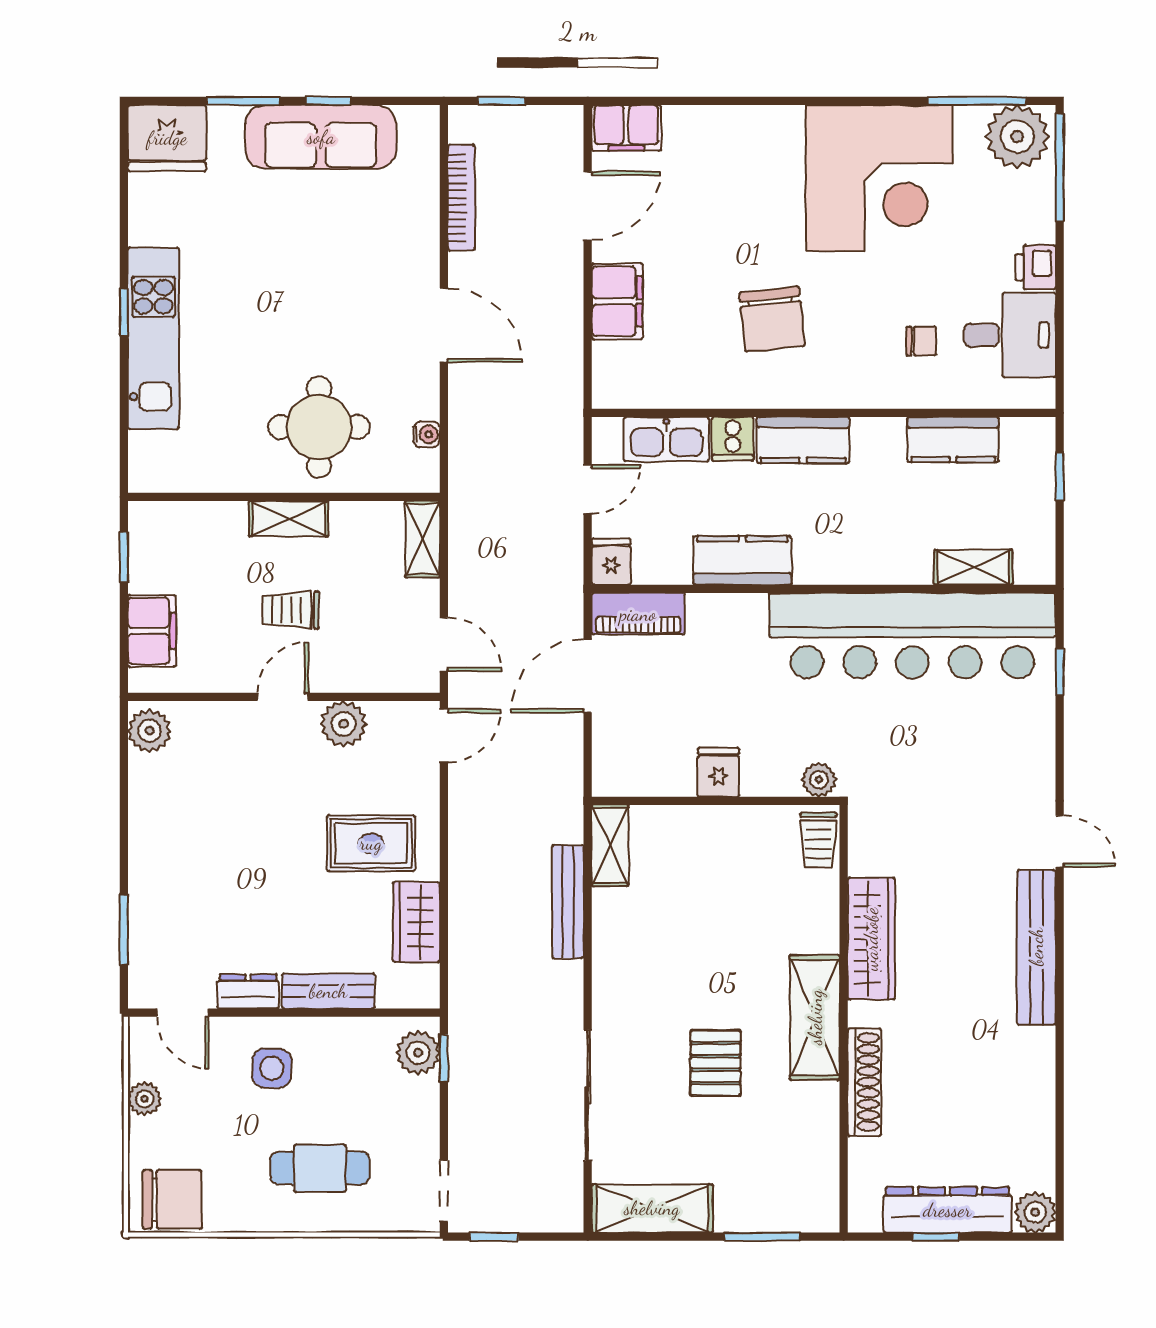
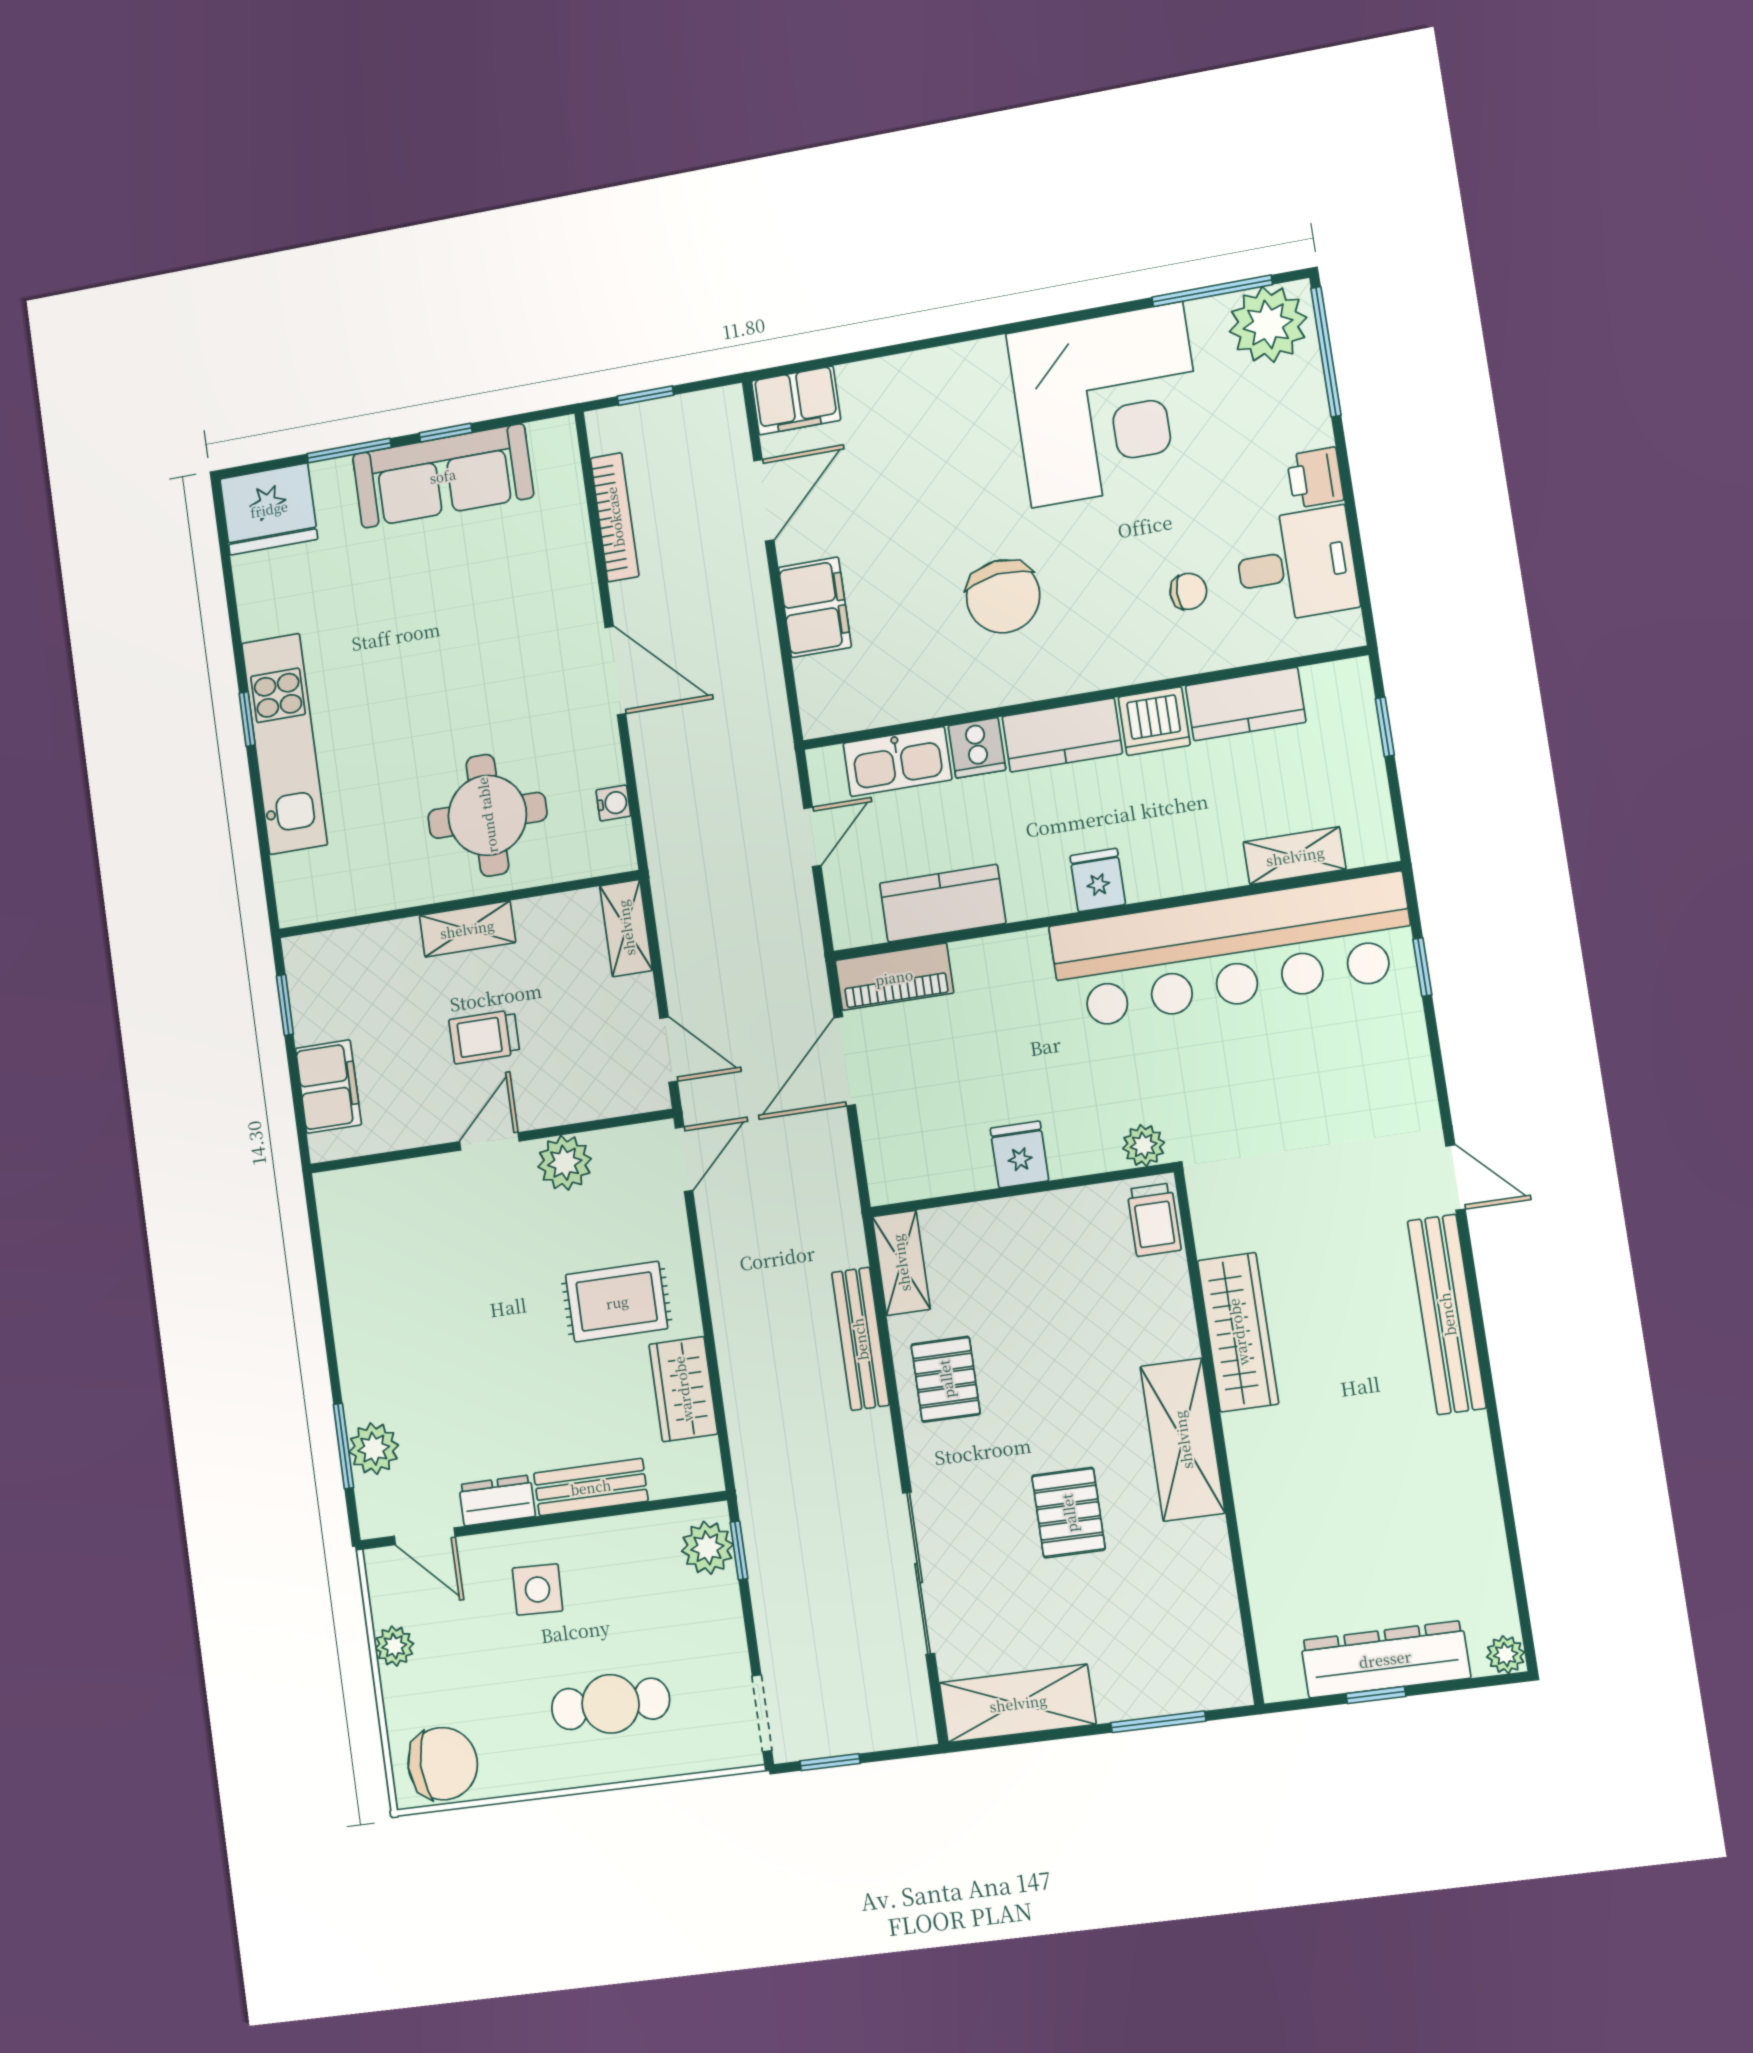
dishwasher: (878, 441) -> (1154, 721), added
kitchen counter: (742, 560) -> (943, 903), moved
fridge: (611, 562) -> (1098, 880), moved
plant: (149, 731) -> (374, 1449), moved
pallet: (632, 944) -> (946, 1379), added
shoe rack: (864, 1082) -> (1256, 1512), removed
plant: (1035, 1212) -> (1506, 1655), width x0.73, depth x0.73

